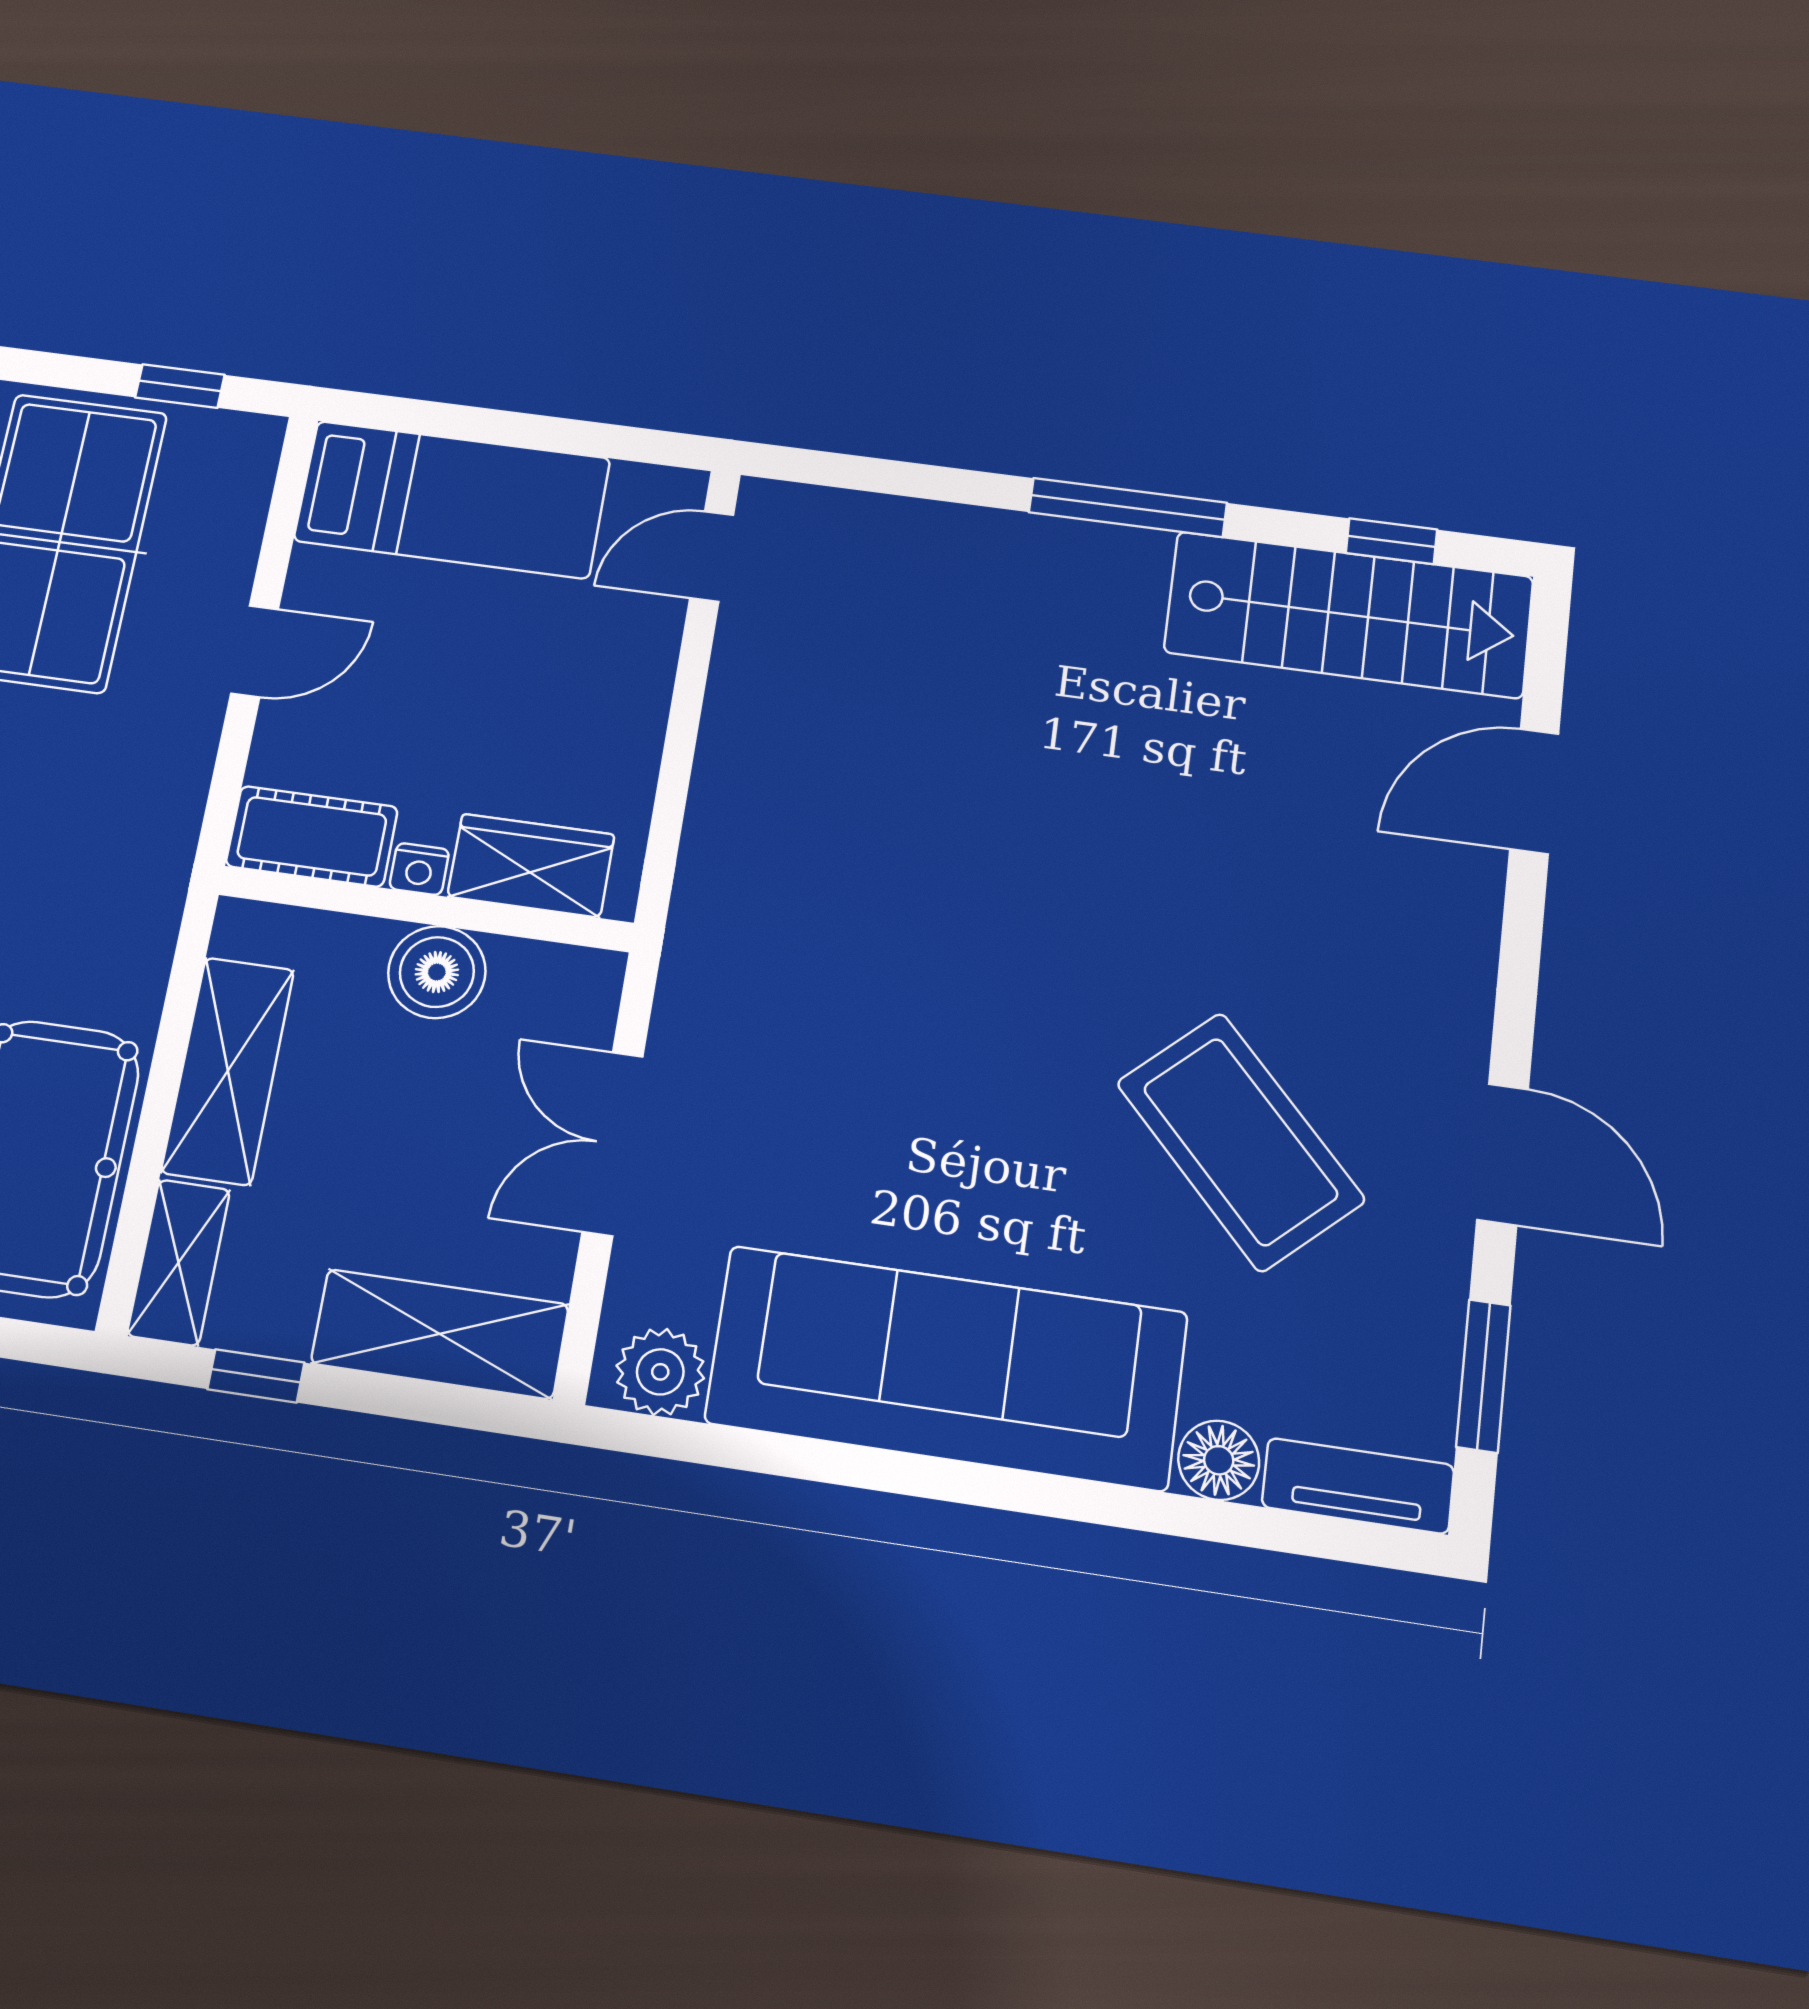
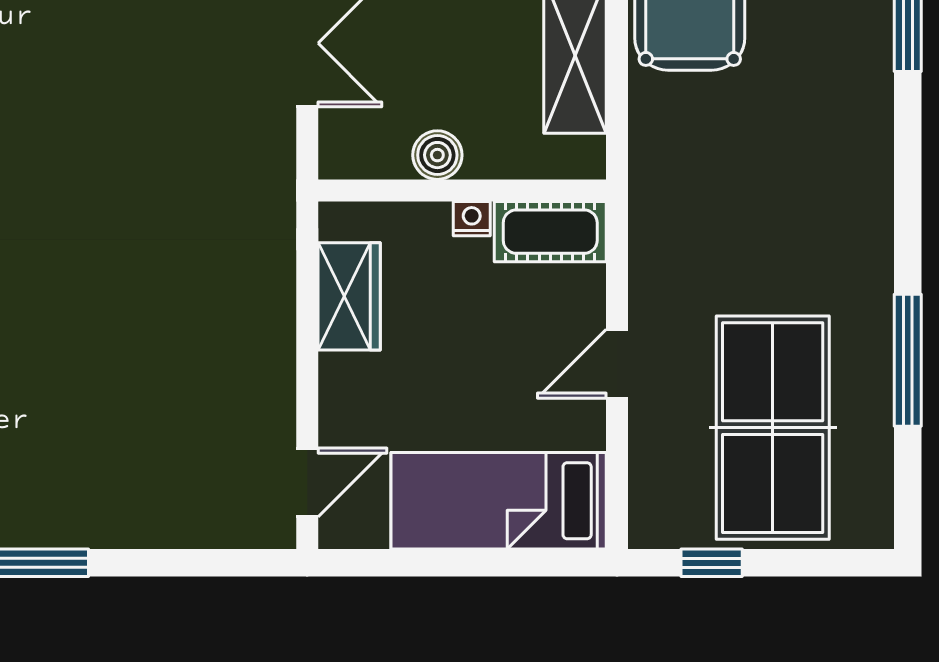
wardrobe: (531, 866) -> (349, 296), moved, turned -90
boiler: (437, 972) -> (437, 155), width x0.73, depth x0.73

